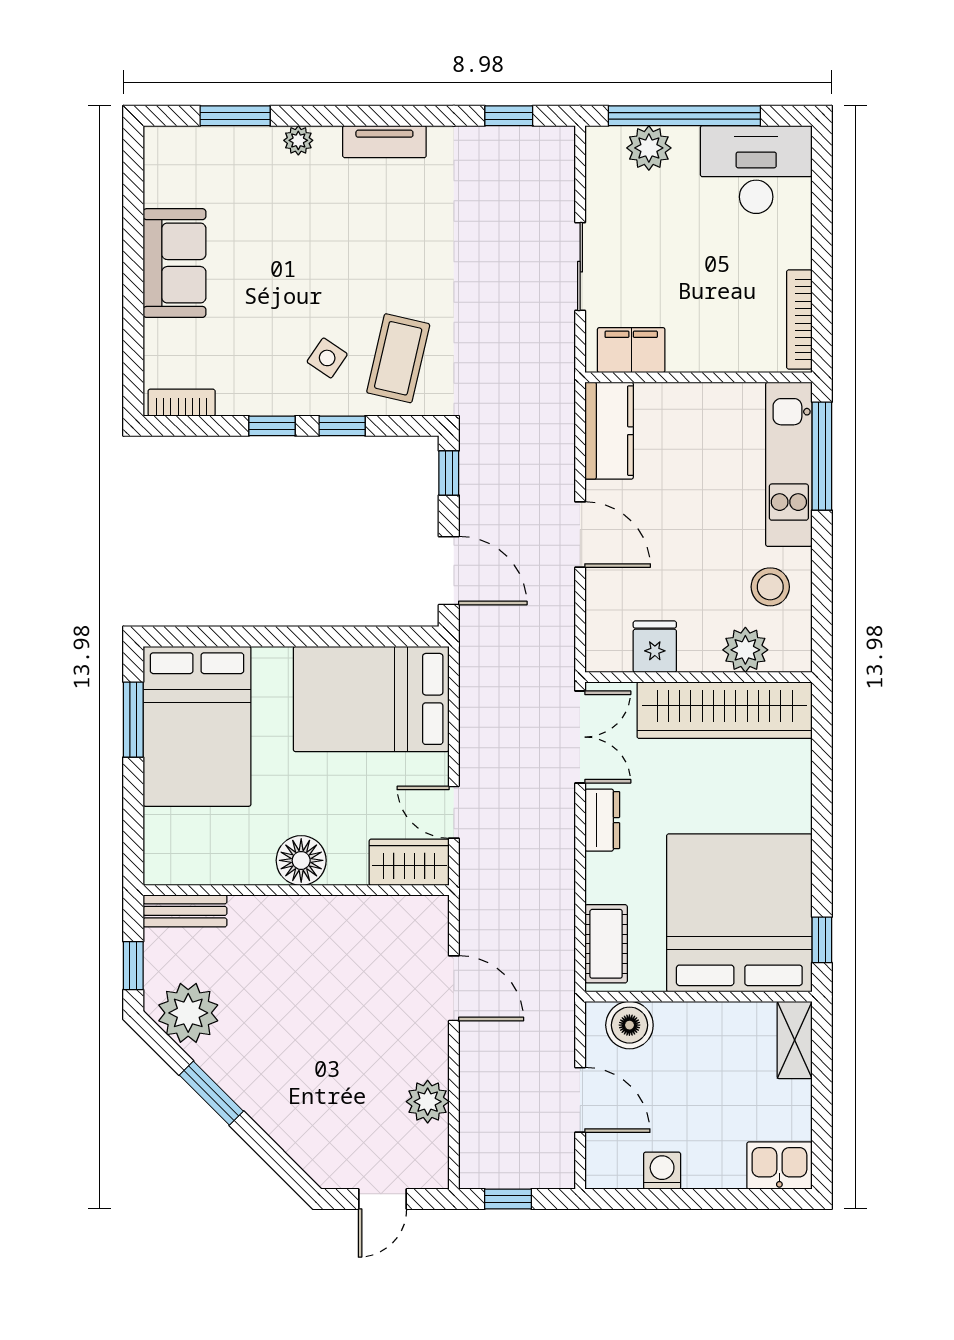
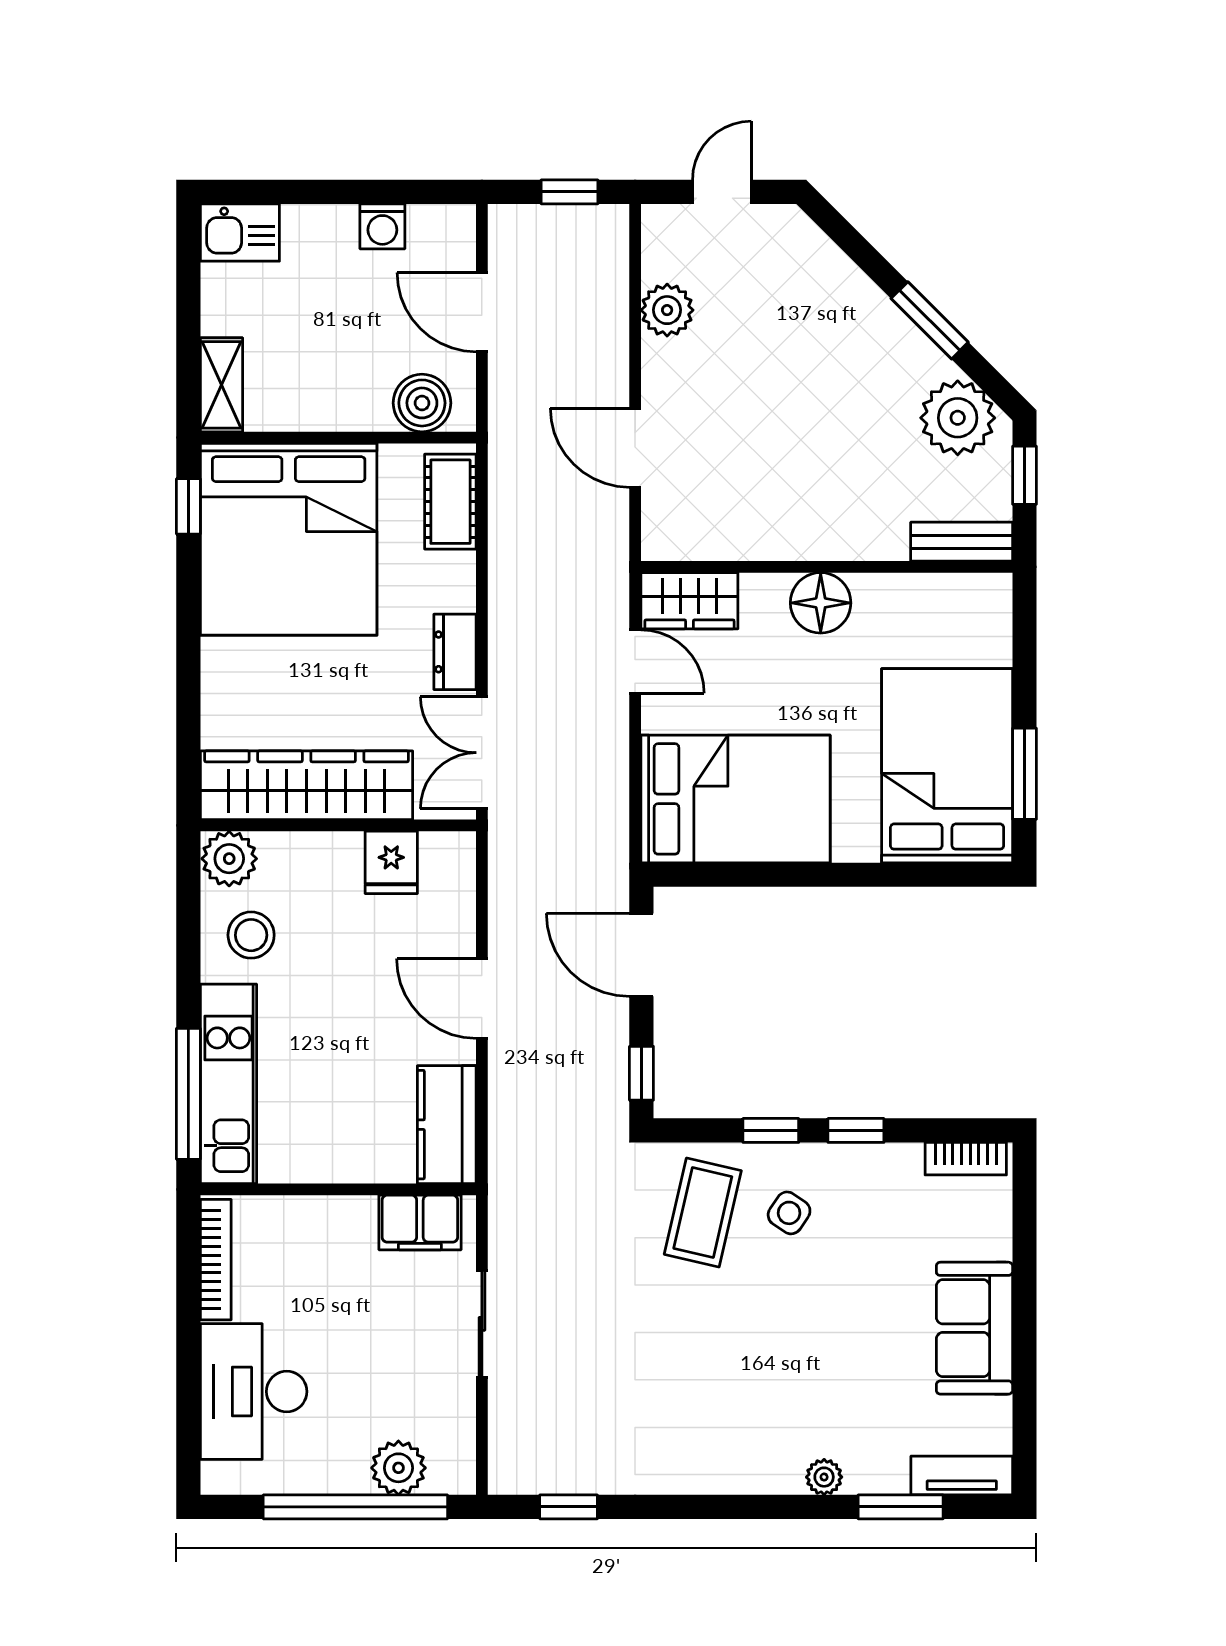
tv unit: (384, 142) -> (962, 1476), moved
desk: (756, 170) -> (254, 1392), moved, turned 90
plant: (745, 650) -> (229, 859), moved

